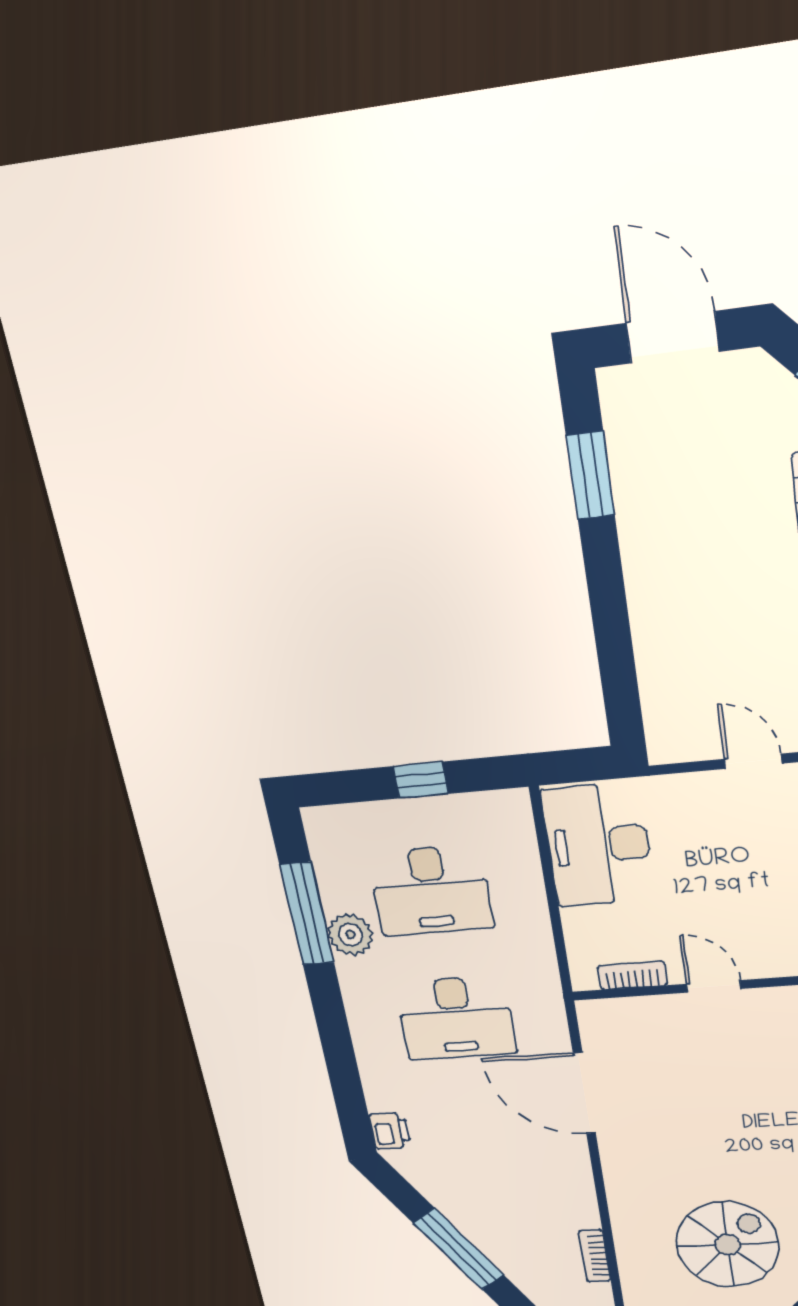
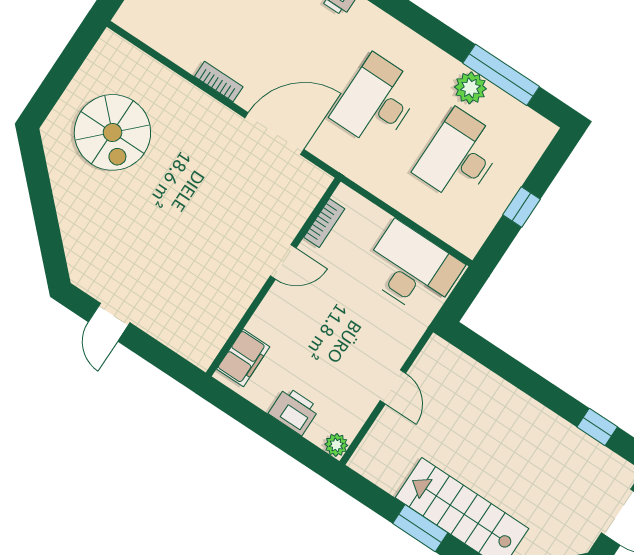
window: (590, 475) -> (597, 427), width x0.67
door: (753, 761) -> (393, 387), hinge flipped
bookcase: (595, 1256) -> (219, 82), moved

